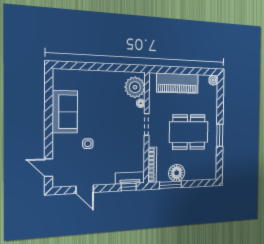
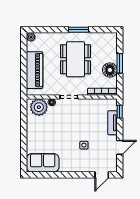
sofa: (65, 112) -> (43, 163), moved
tv unit: (130, 178) -> (112, 123), moved
window: (170, 185) -> (120, 63), moved

